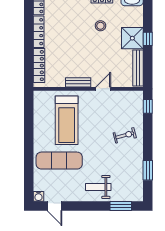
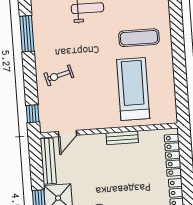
door: (103, 89) -> (68, 133), moved
exercise mat: (59, 161) -> (139, 38), width x0.73, depth x0.69
window: (148, 170) -> (27, 34), width x1.44

